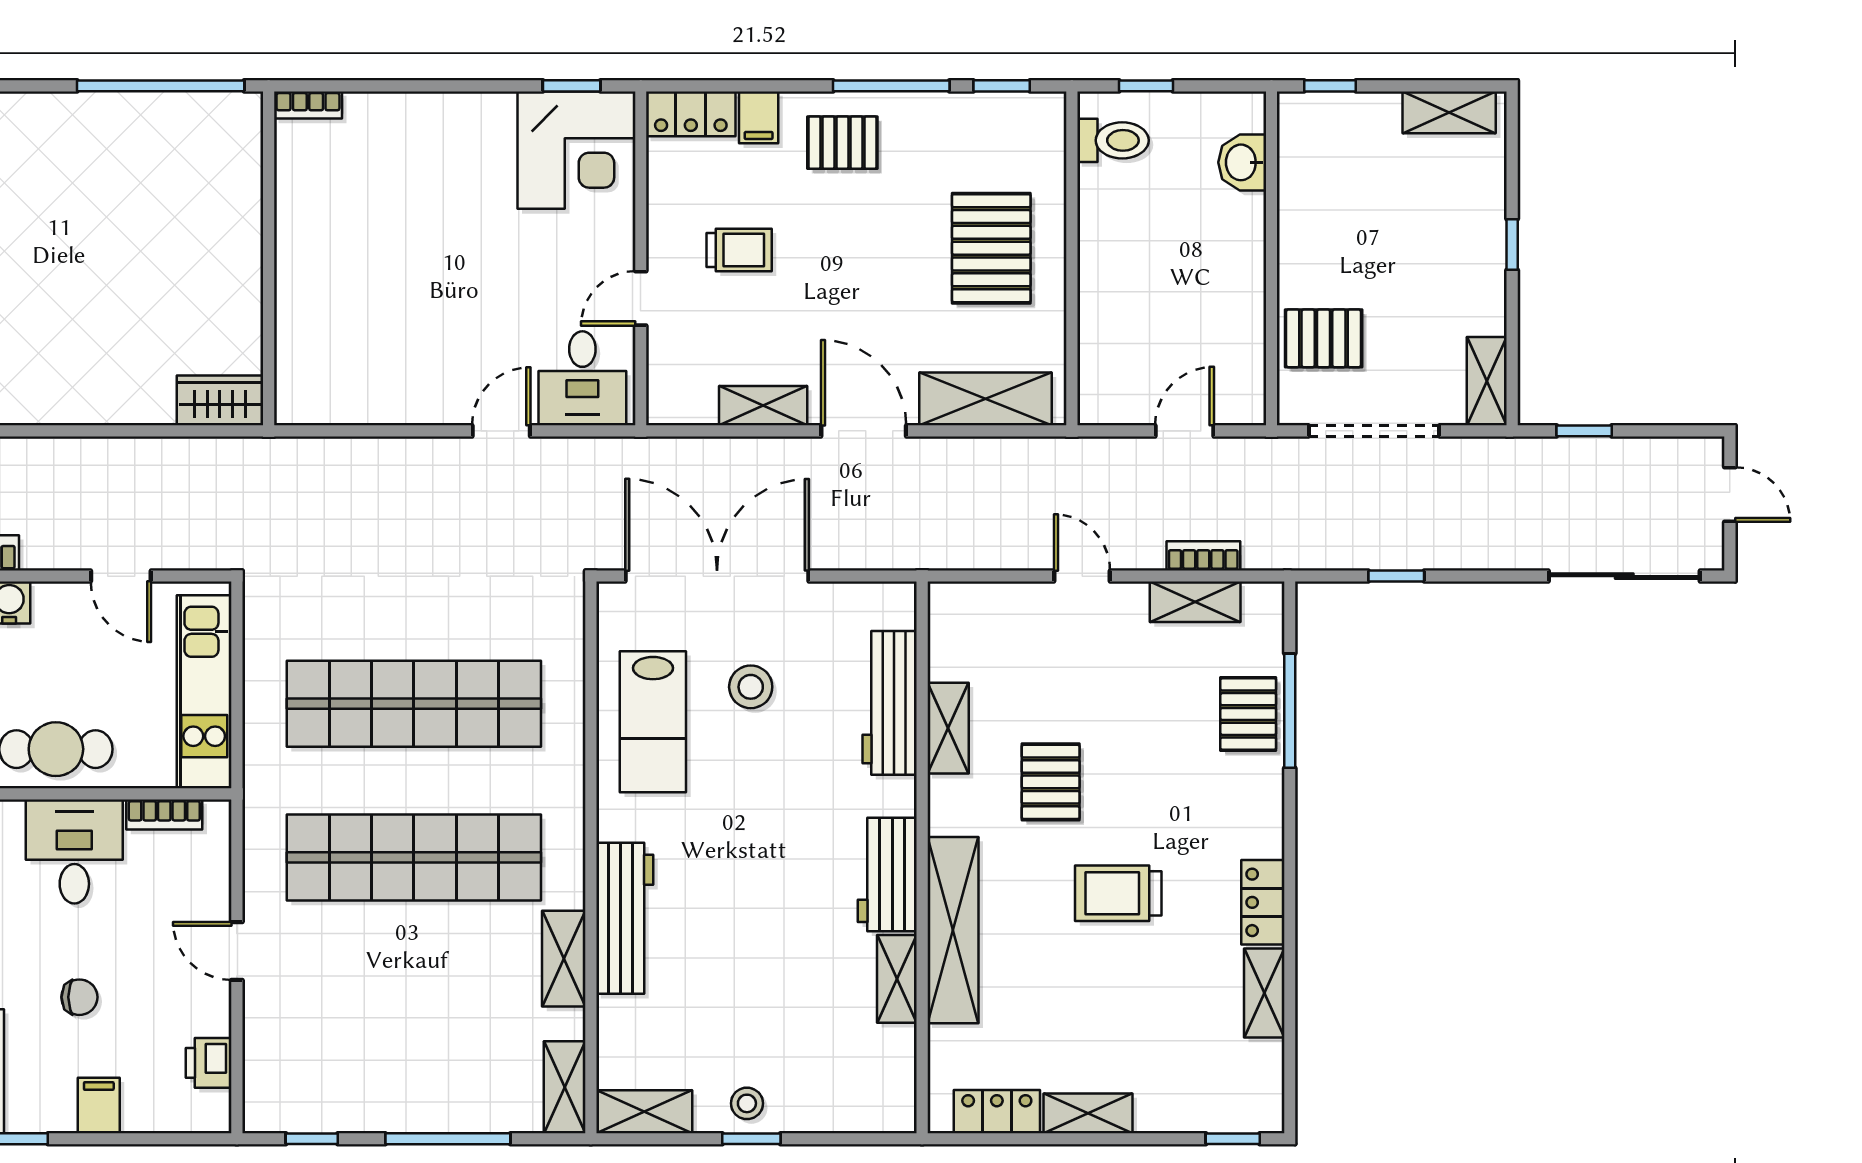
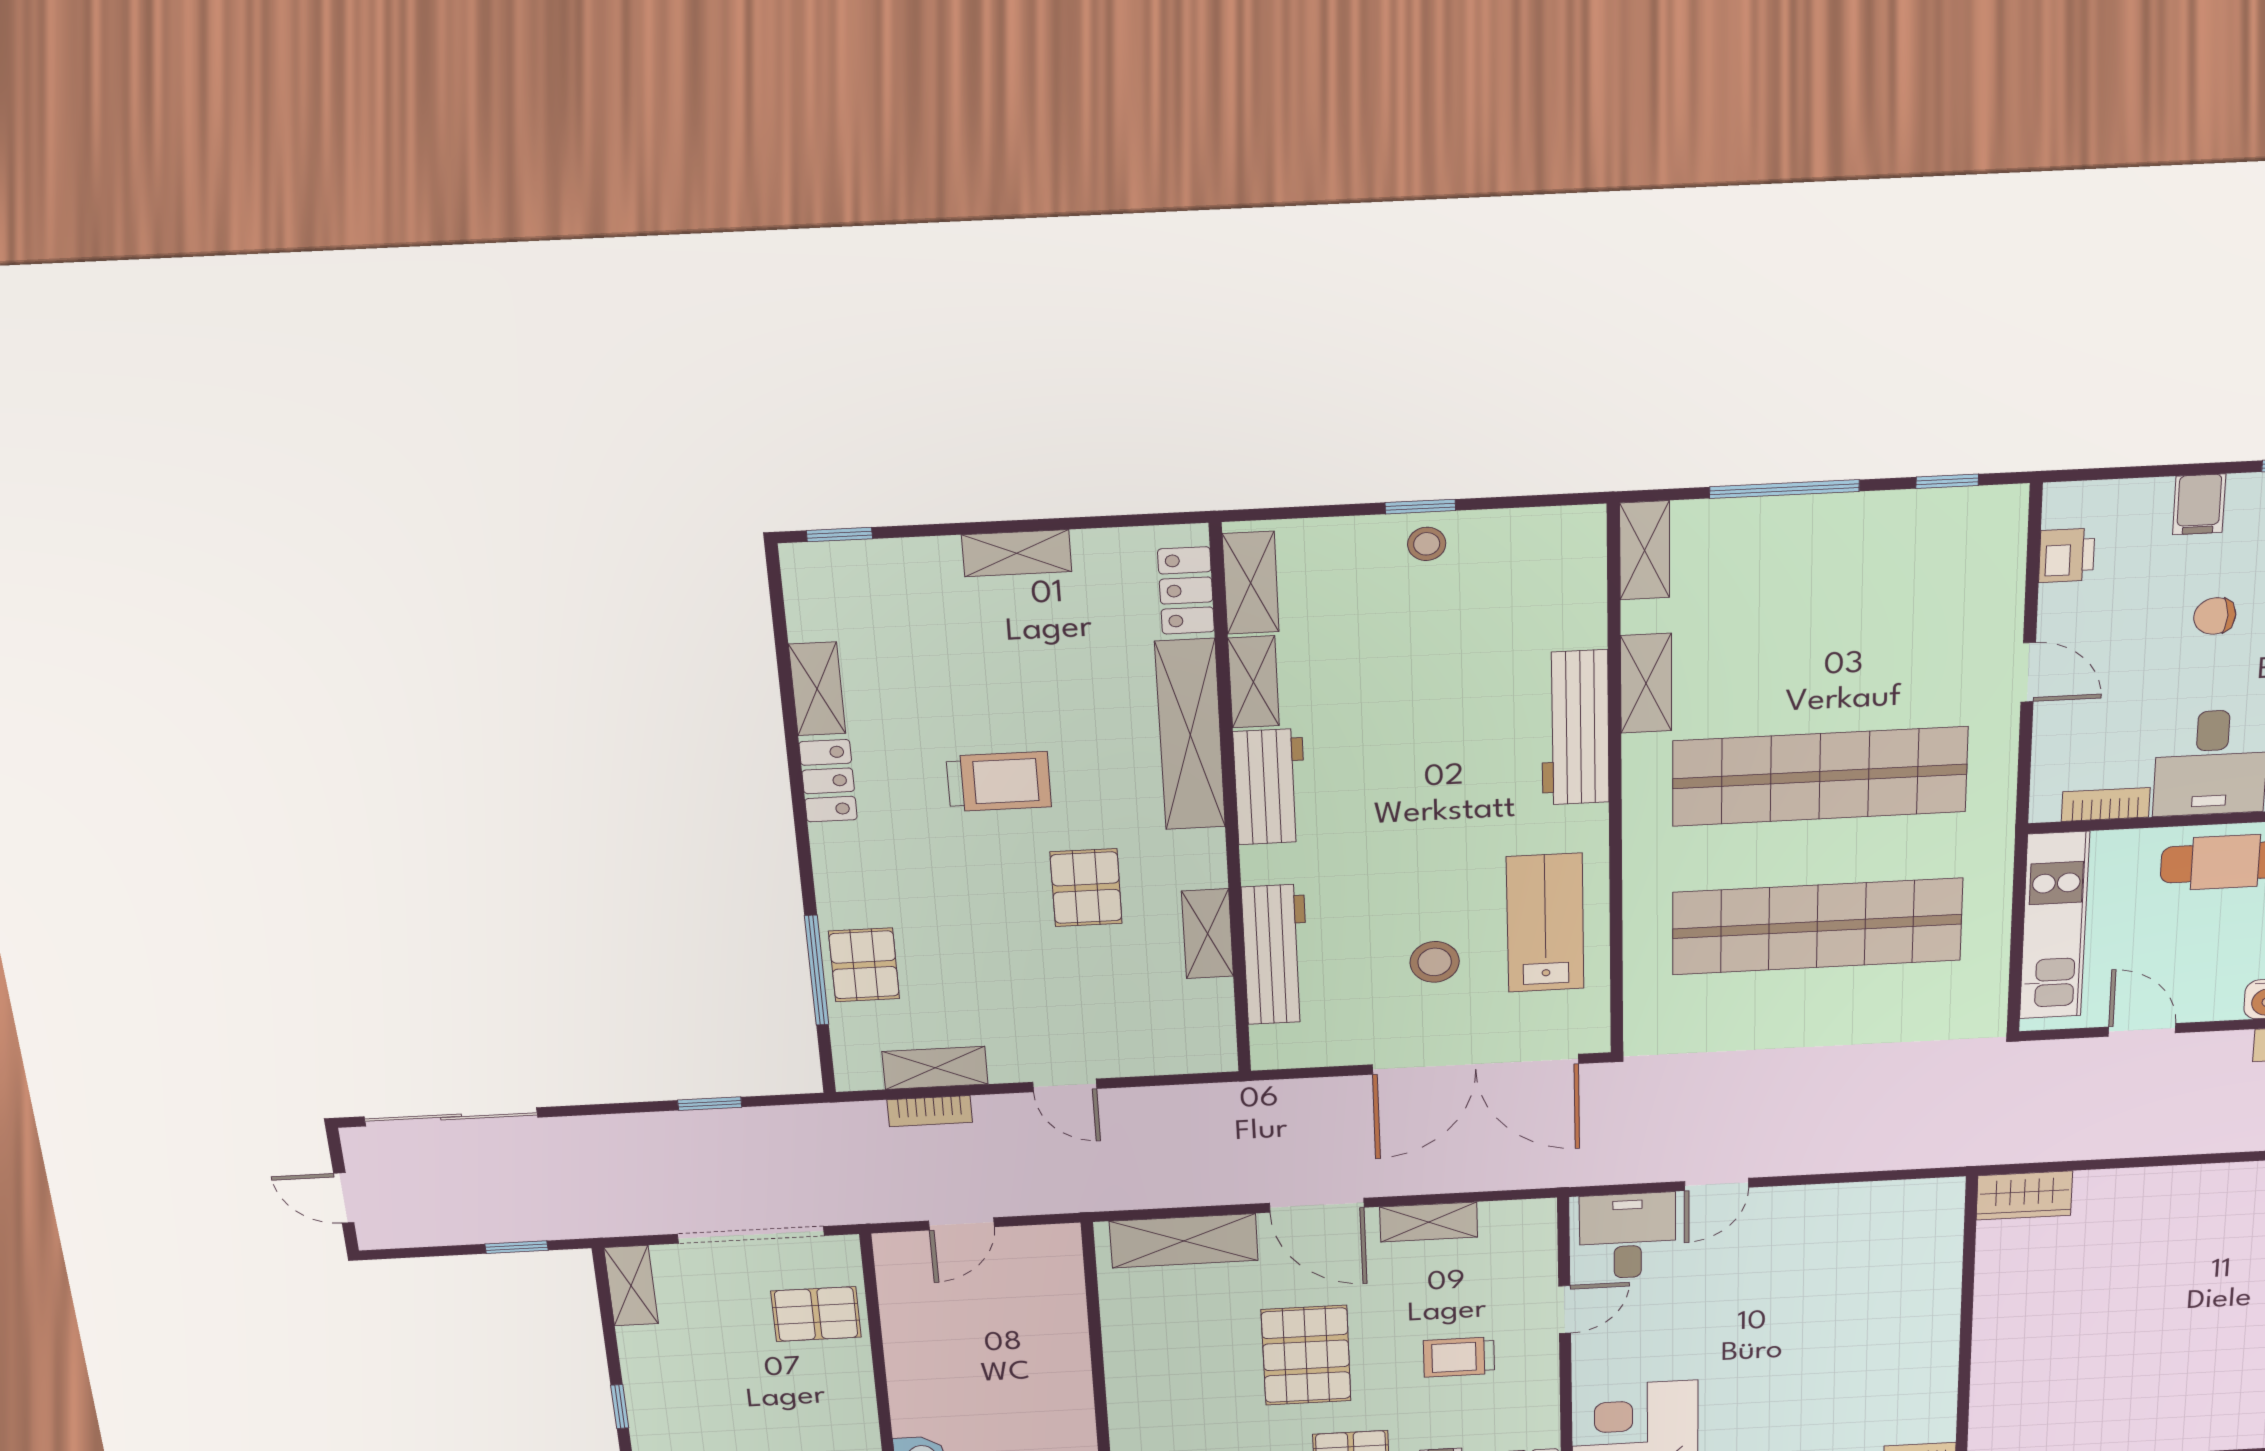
pallet: (991, 248) -> (1306, 1355), moved
shelving: (644, 1112) -> (1251, 583), moved, turned 90
locker: (997, 1112) -> (1186, 591), moved, turned 90

